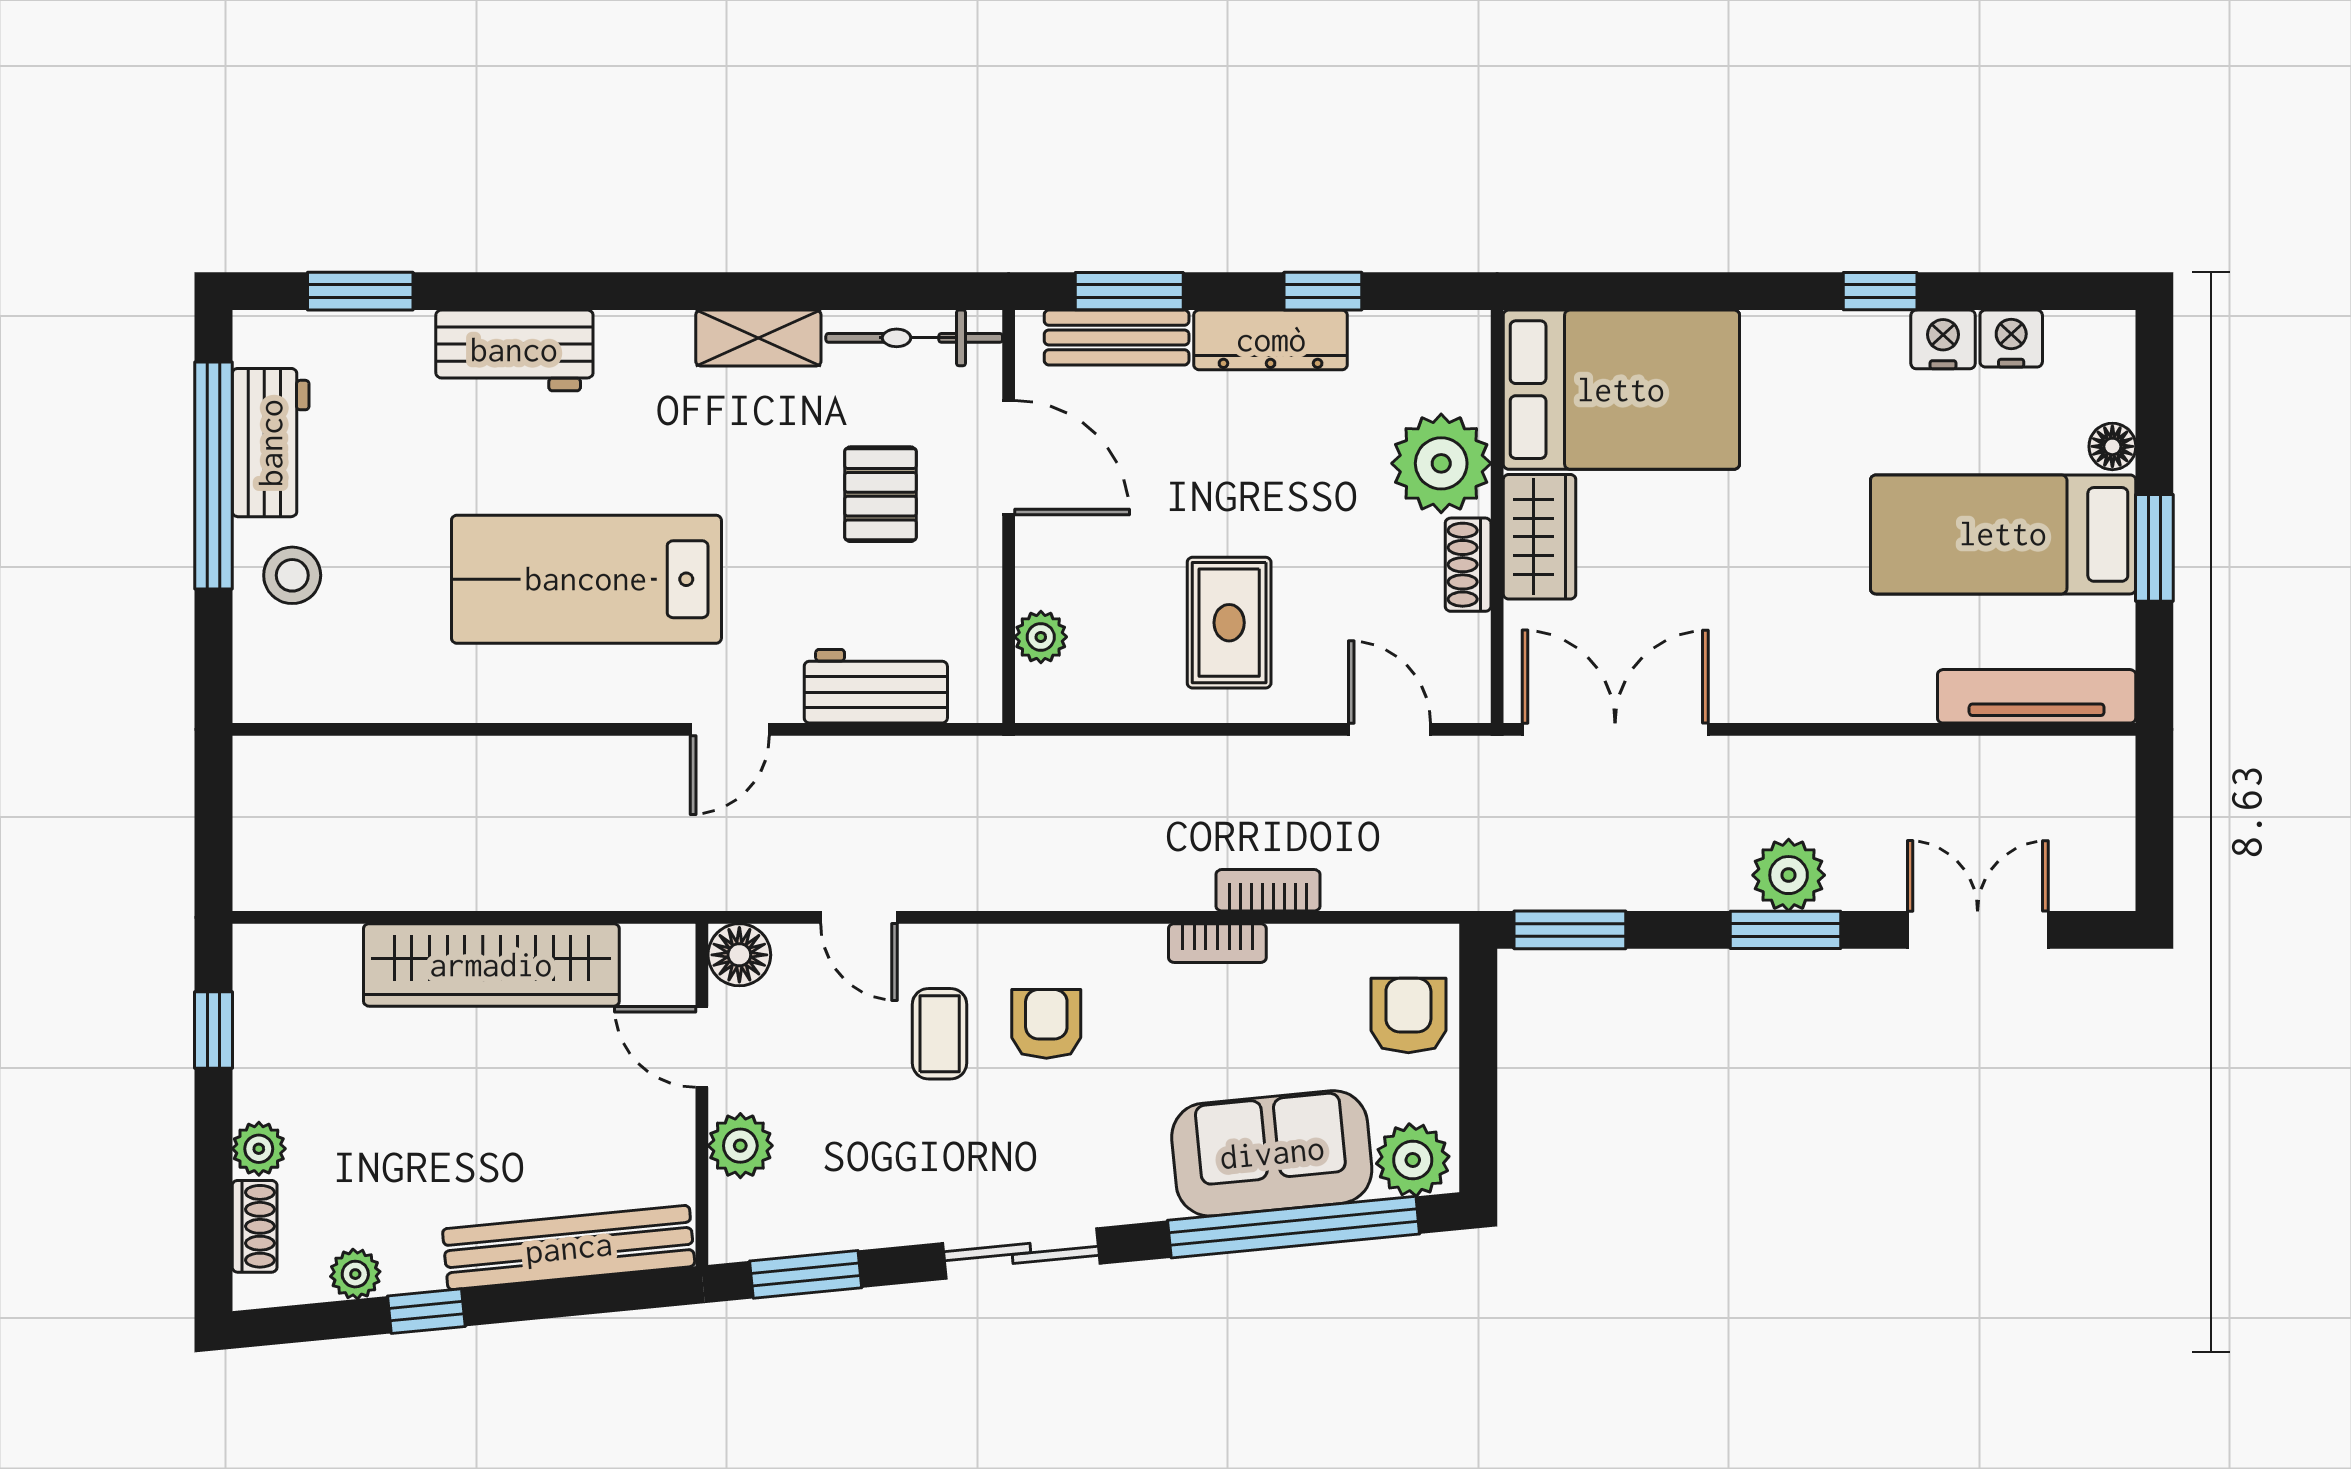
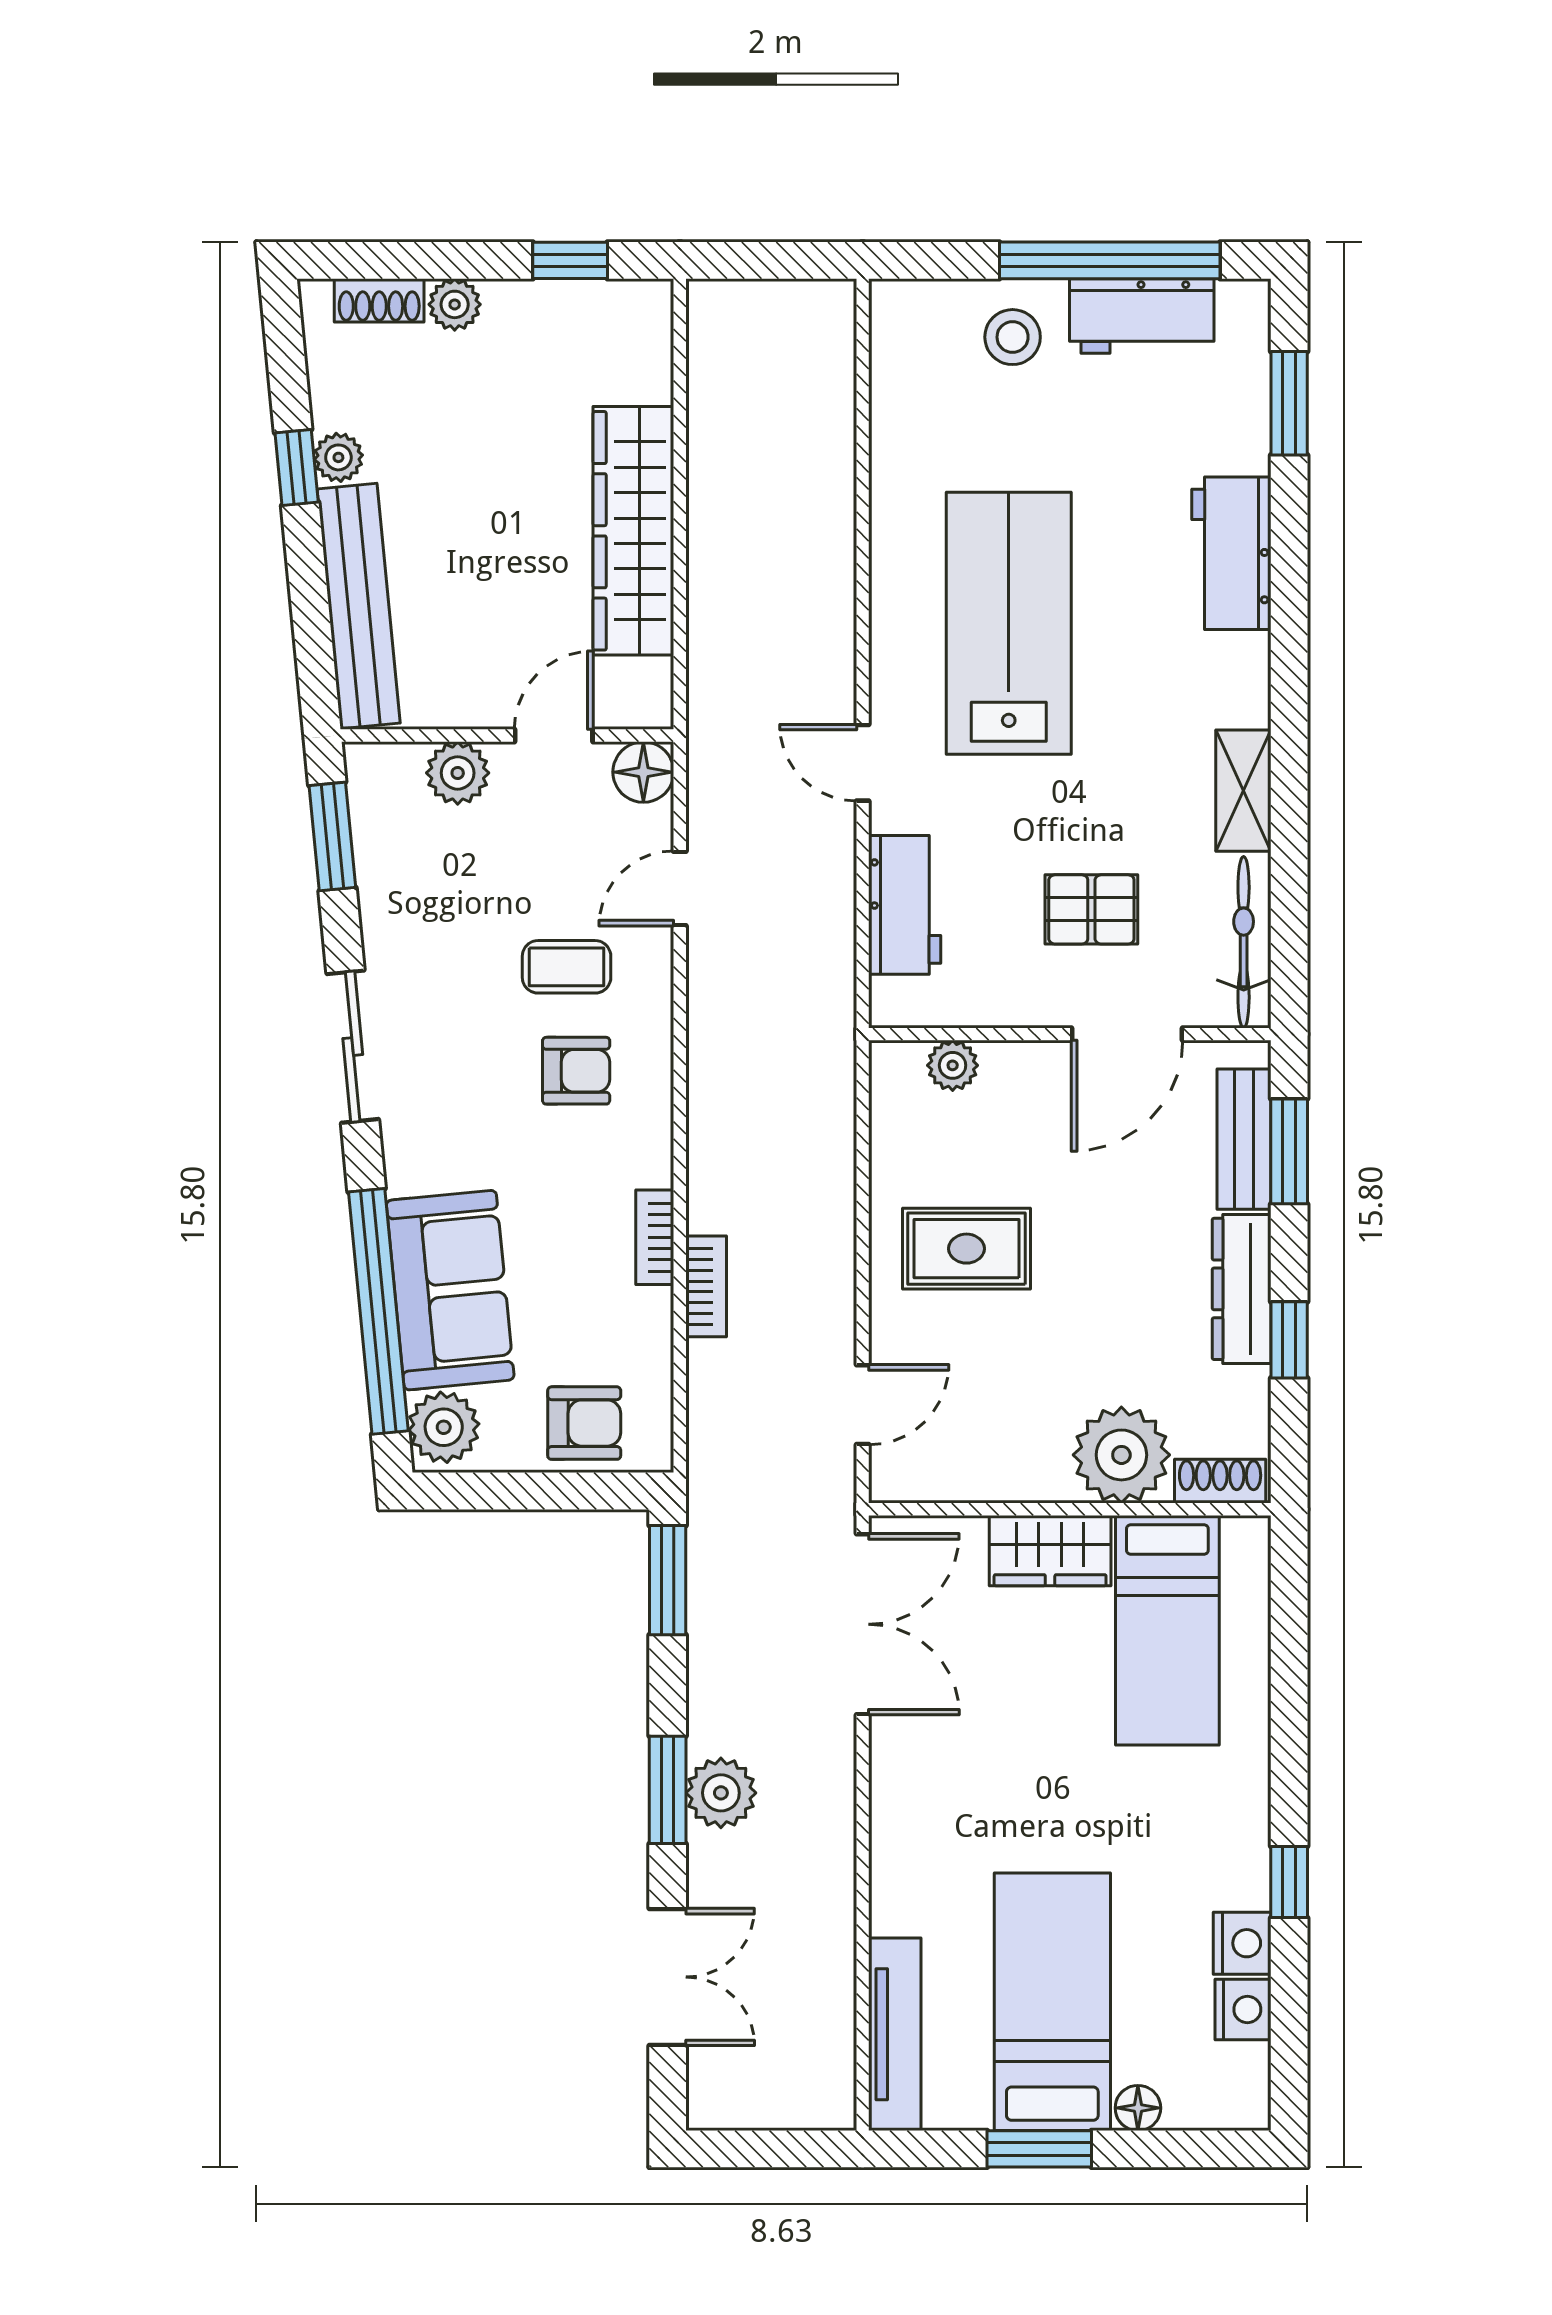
bed: (1621, 390) -> (1167, 1630), width x0.67
shoe rack: (1468, 565) -> (1220, 1481), moved
plant: (355, 1274) -> (338, 457), moved

